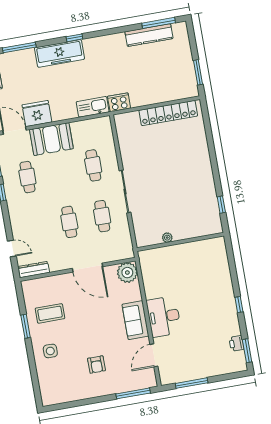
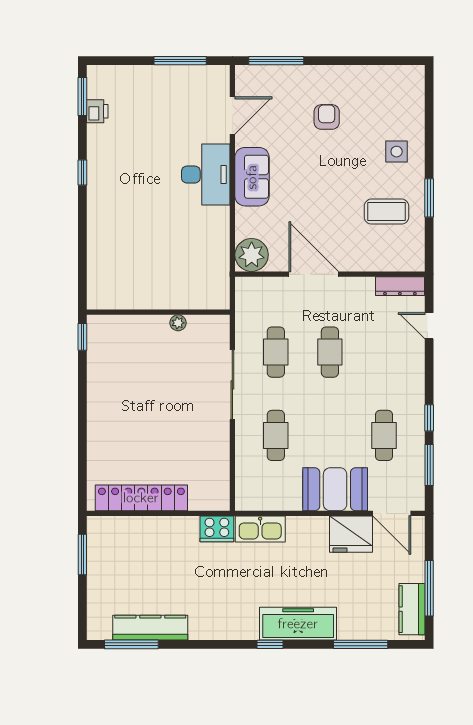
plant: (167, 238) -> (178, 323), moved
wall: (180, 242) -> (158, 312), moved

